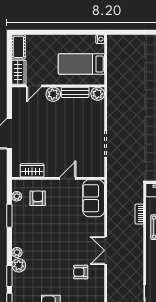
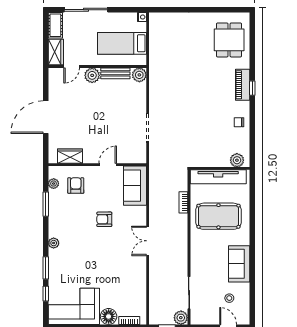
sliding door: (47, 32) -> (86, 10), added
plant: (19, 265) -> (56, 257), removed
armchair: (81, 272) -> (104, 219), moved

